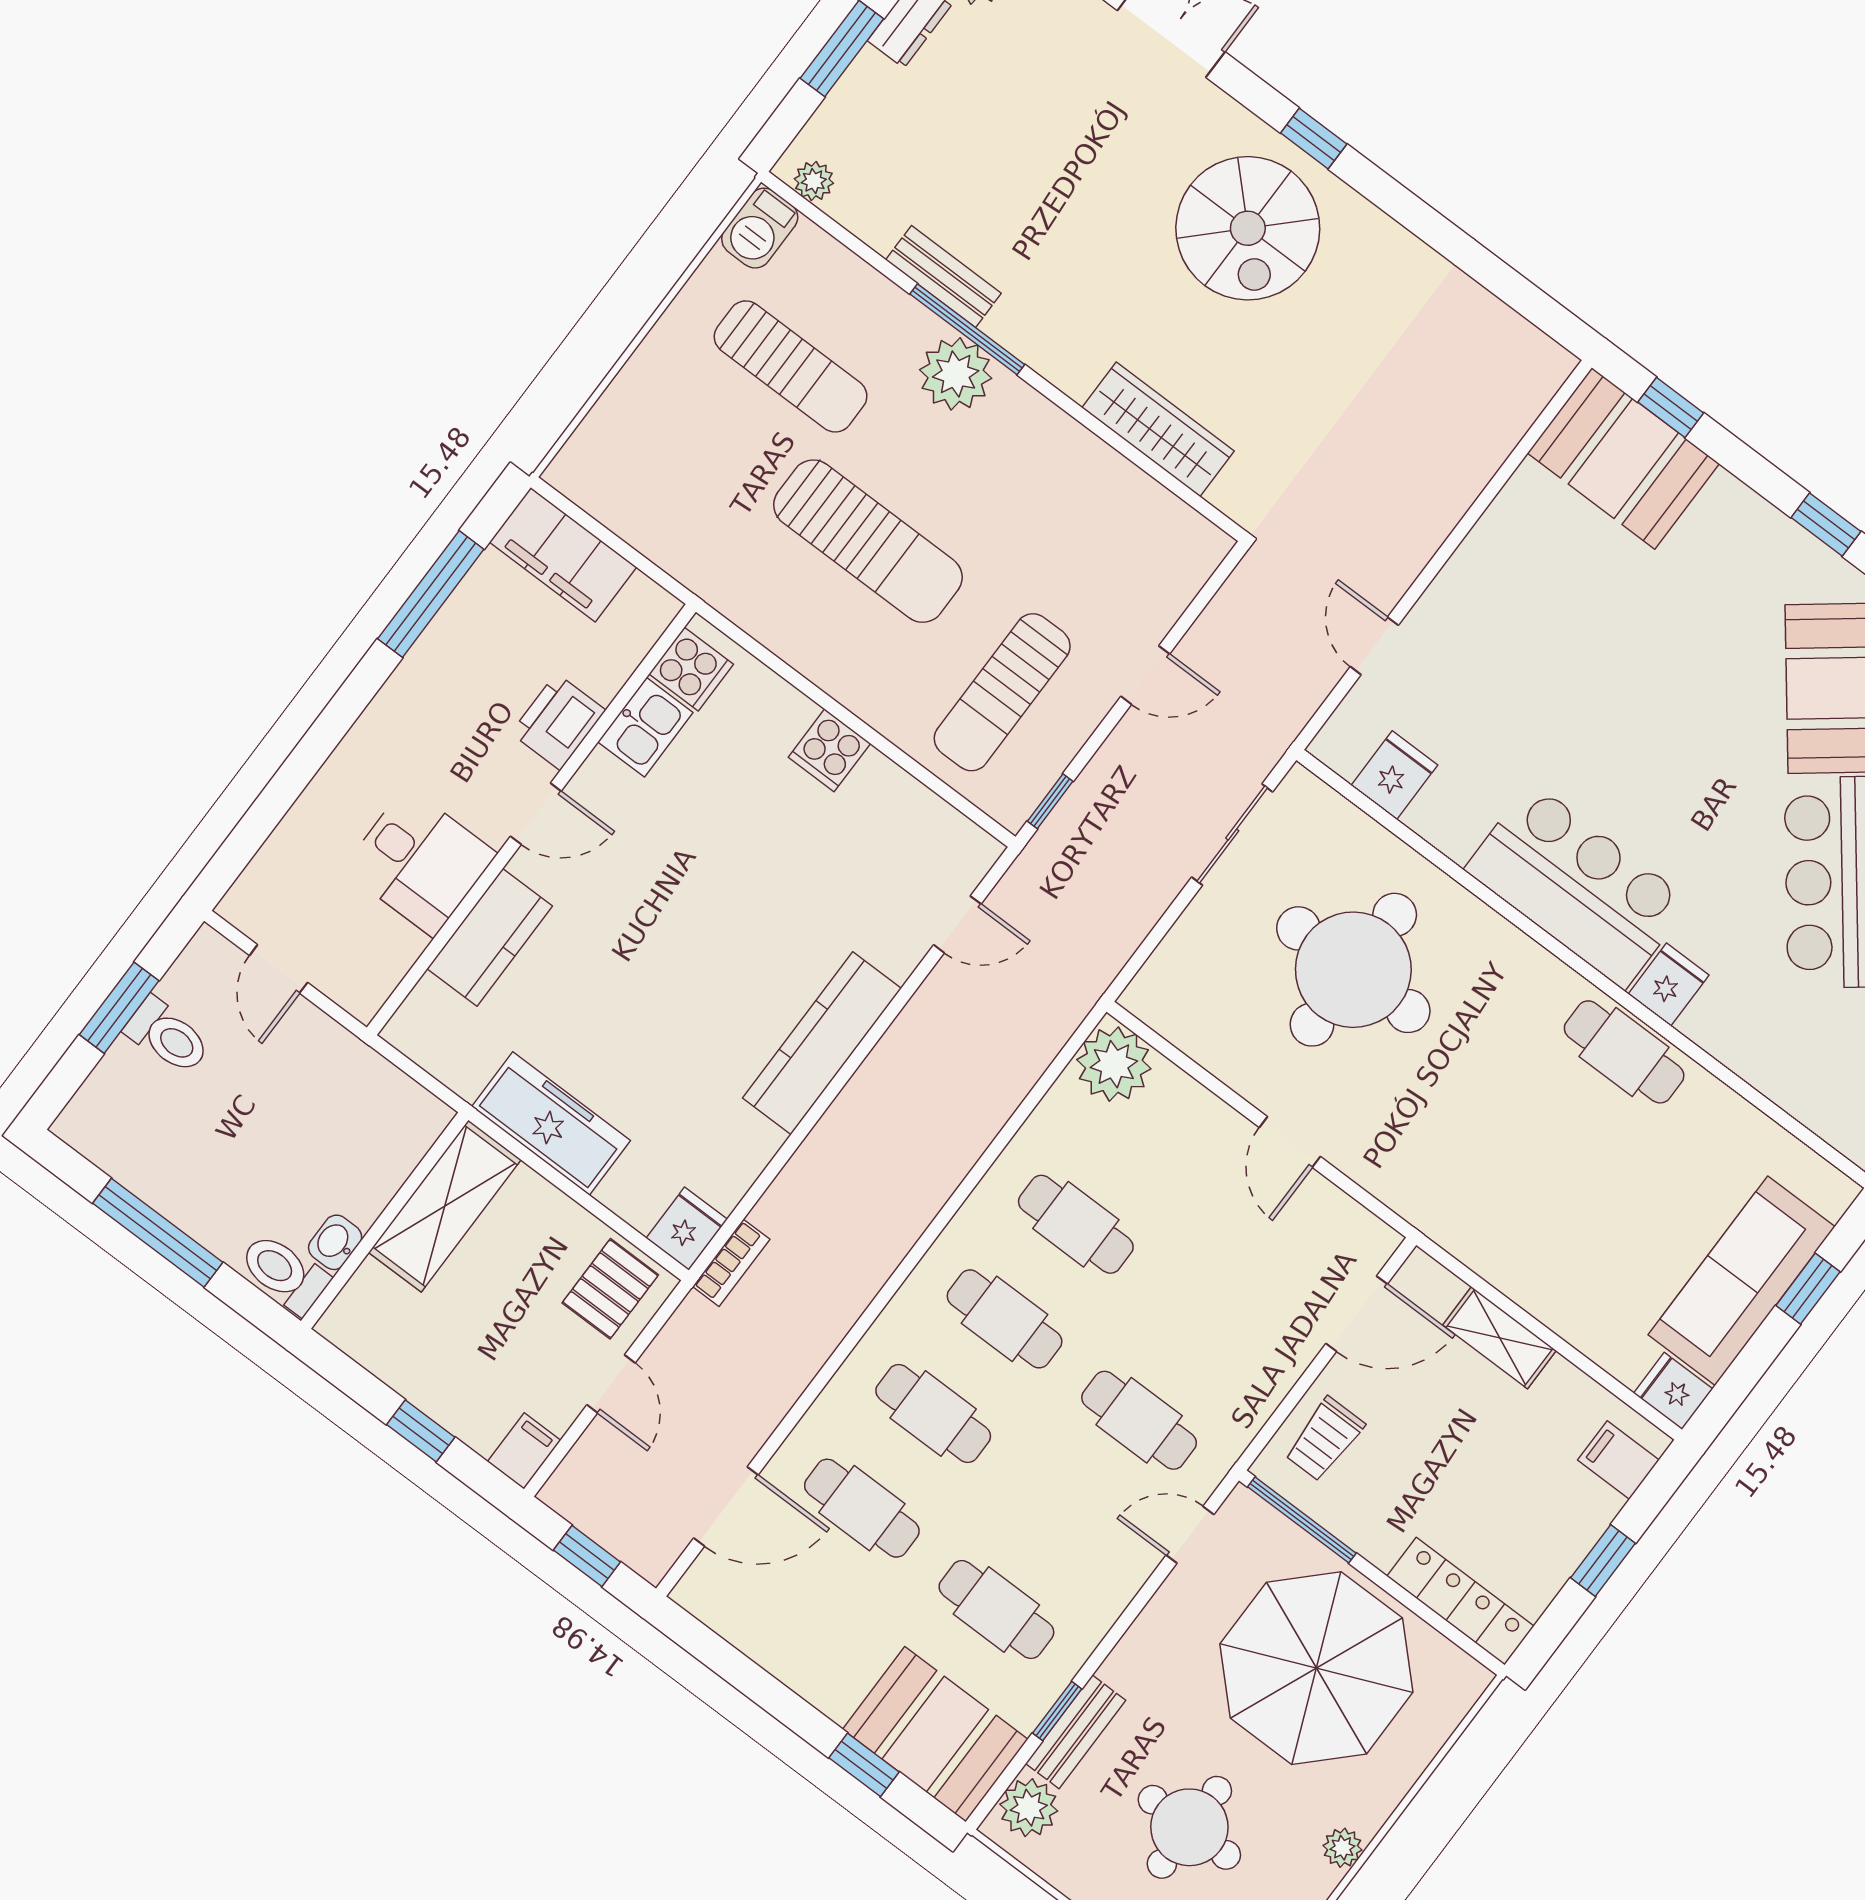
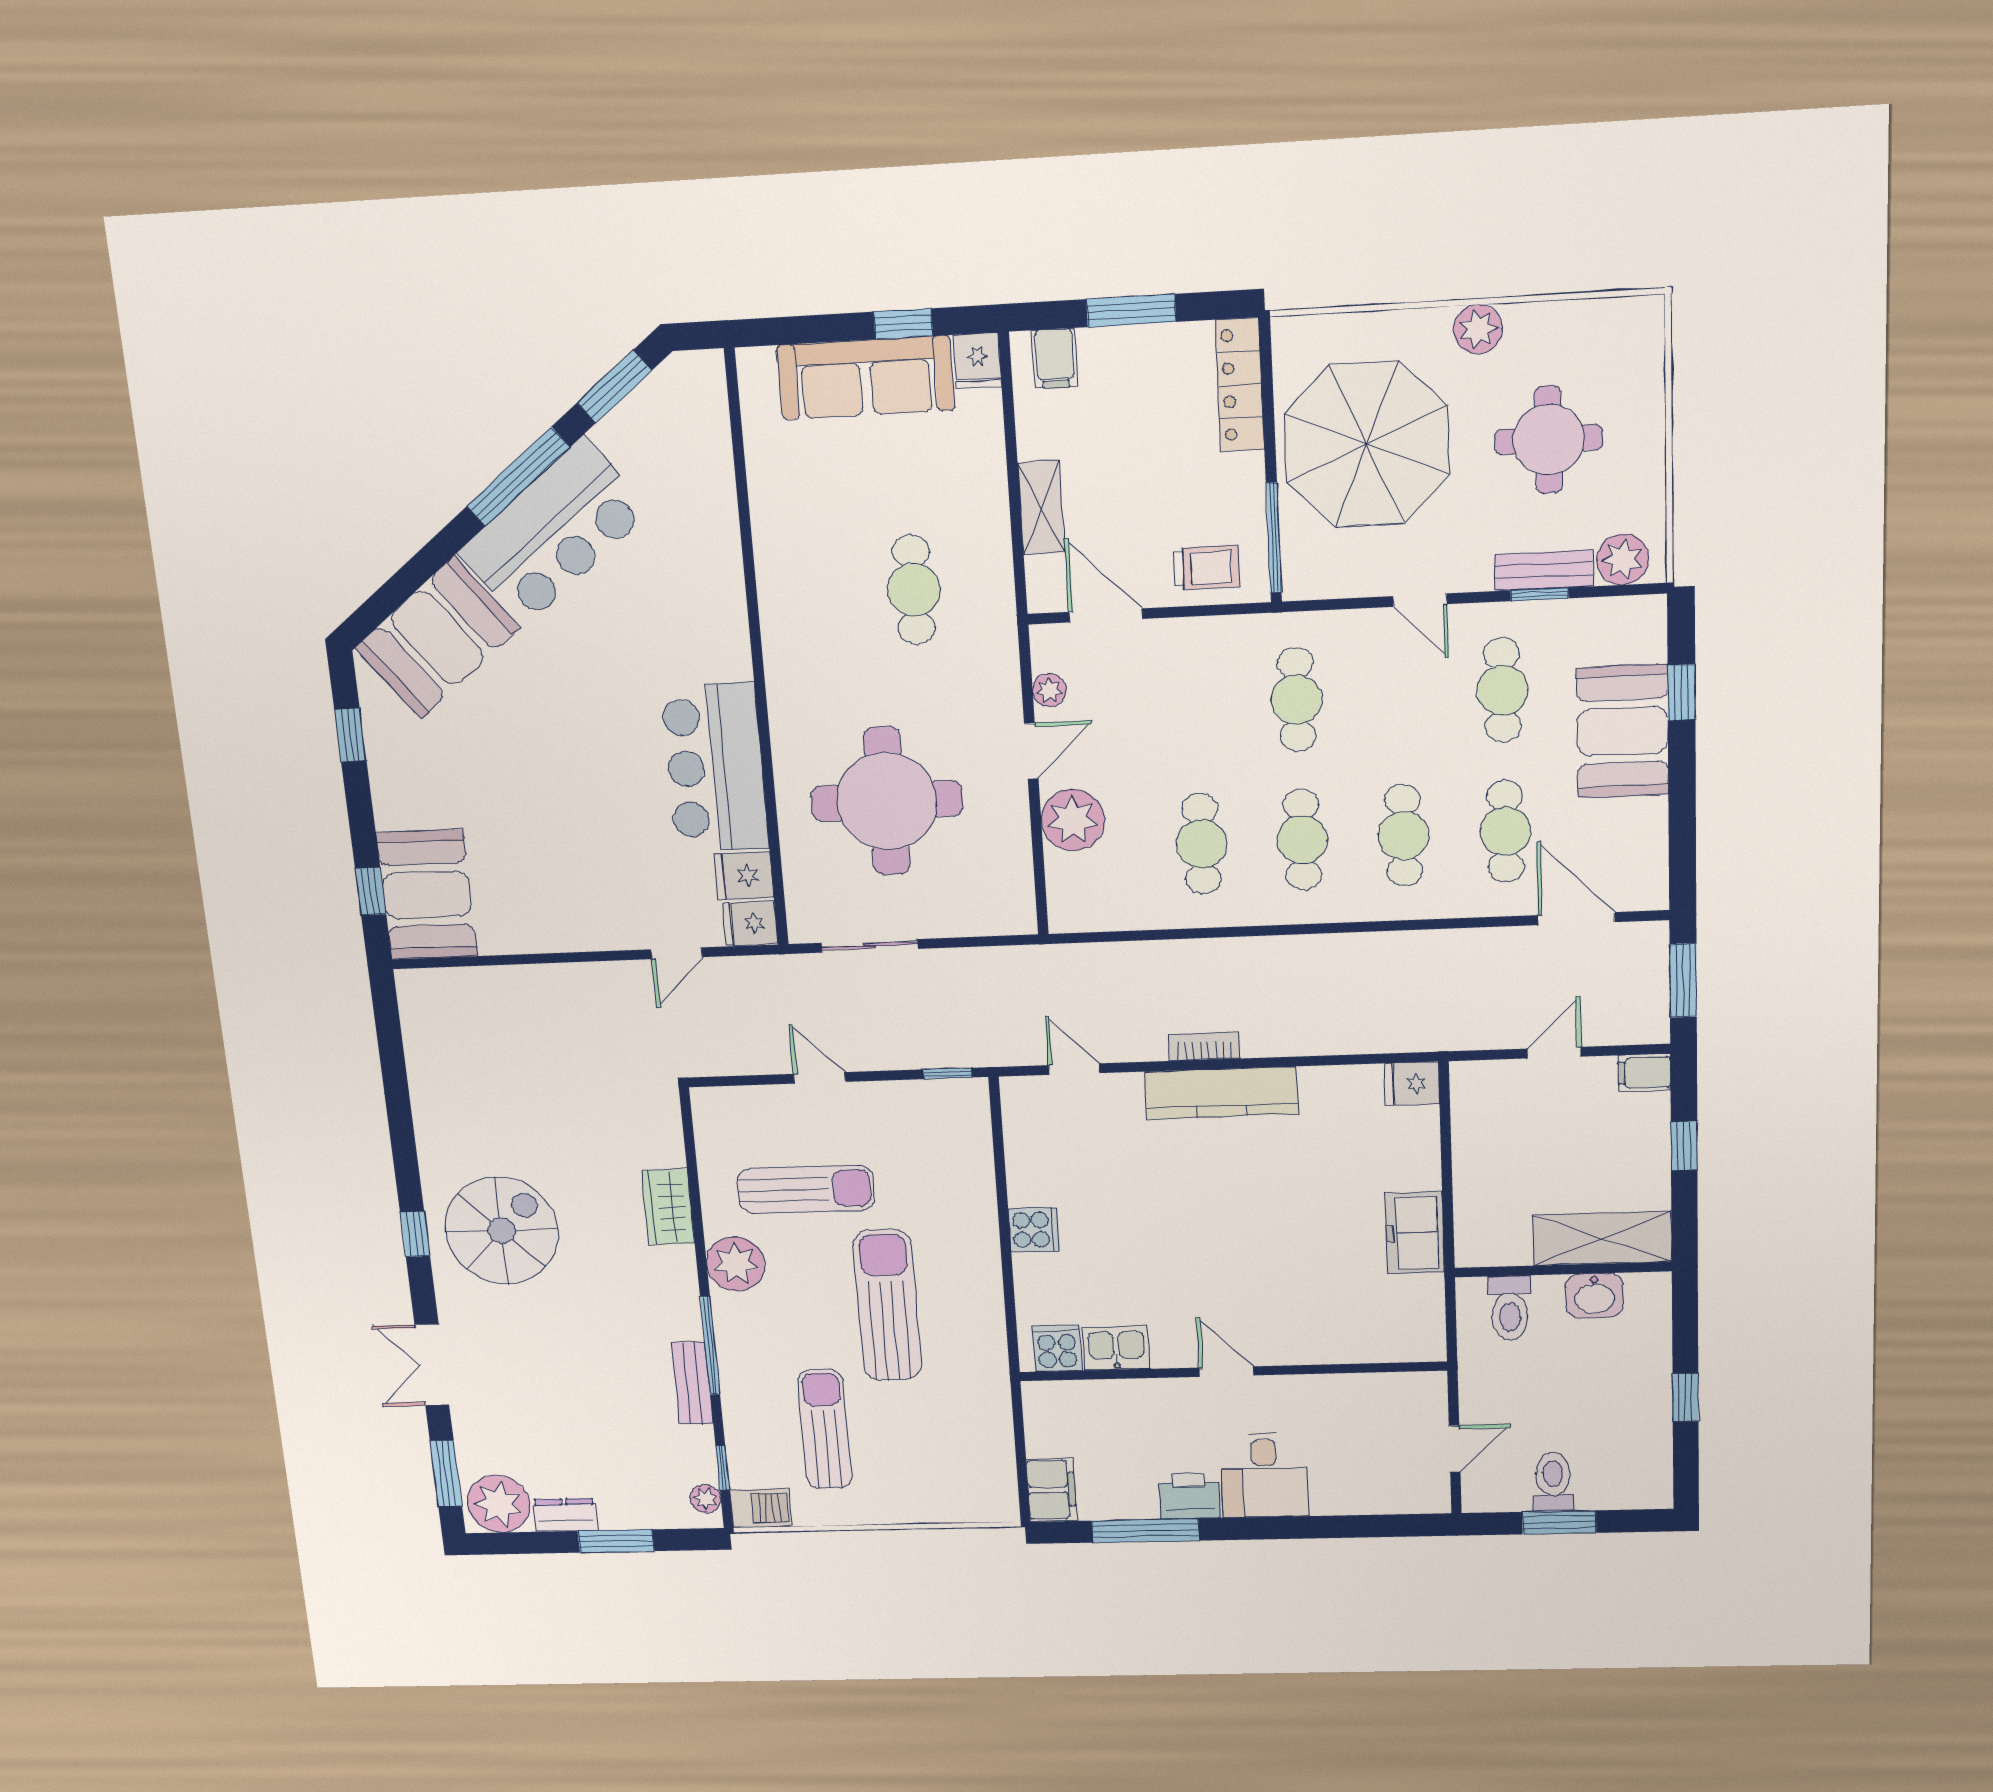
window: (832, 227) -> (723, 1468), added
plant: (956, 374) -> (736, 1264), moved
wardrobe: (1158, 429) -> (668, 1207), width x0.67
filing cabinet: (563, 555) -> (1051, 1490), width x0.67, depth x0.86
sun lounger: (1002, 692) -> (806, 1189), moved
printer: (558, 722) -> (1189, 1496), moved, turned 180
desk: (420, 861) -> (1264, 1475), moved, turned 180
bar counter: (1577, 886) -> (715, 768), moved
kitchen counter: (490, 937) -> (1327, 1341), removed
fridge: (1669, 985) -> (750, 923), moved
cafe table: (1624, 1052) -> (914, 590), moved
plant: (1114, 1064) -> (1073, 820), moved
freezer: (551, 1124) -> (1415, 1233), width x0.71
shelving: (445, 1206) -> (1602, 1238), moved
plant: (1331, 1206) -> (1049, 690), added
window: (158, 1233) -> (1686, 1397), width x0.46
washbasin: (335, 1242) -> (1595, 1296), width x1.38, depth x1.45
bookcase: (731, 1263) -> (1204, 1046), moved
toilet: (284, 1273) -> (1510, 1308), moved
pallet: (610, 1289) -> (1491, 1100), removed
window: (1808, 1289) -> (903, 324), moved
door: (1190, 1535) -> (1420, 600), moved
window: (587, 1556) -> (1683, 980), width x1.50
window: (1603, 1560) -> (1131, 311), width x1.50
booth: (935, 1734) -> (1623, 731), moved
plant: (1342, 1848) -> (1478, 329), width x1.38, depth x1.38

